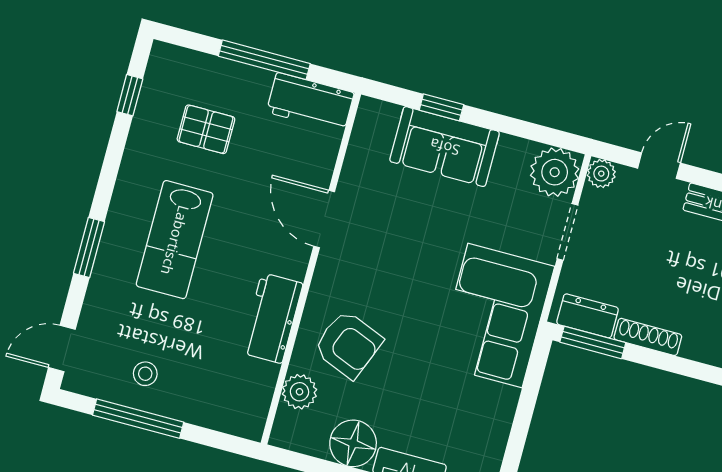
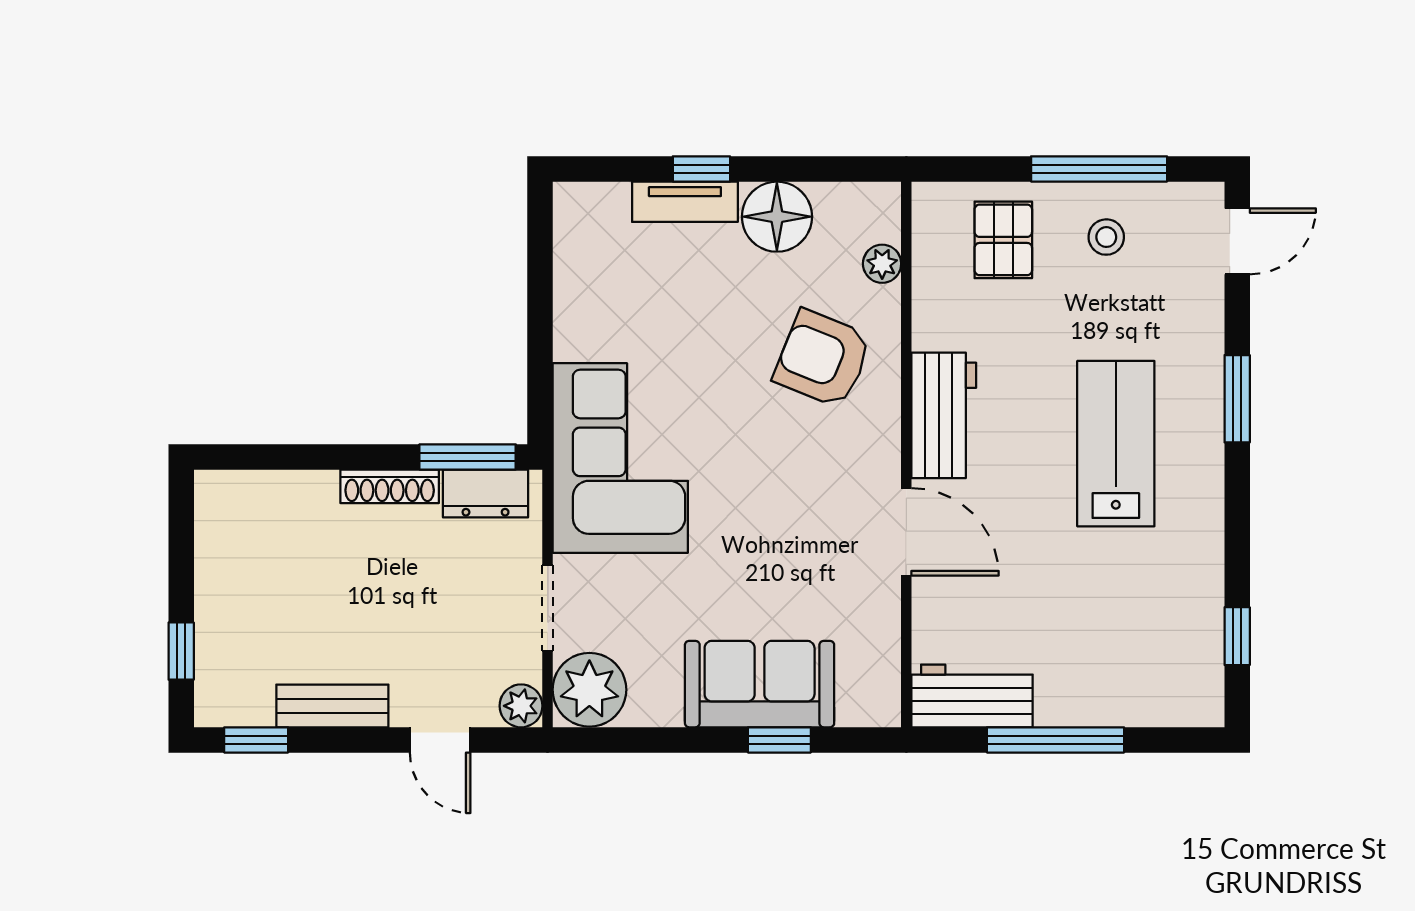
pallet: (206, 129) -> (1003, 240), moved, turned 90
door: (659, 166) -> (440, 740), hinge flipped
workbench: (272, 318) -> (944, 415), moved
plant: (299, 392) -> (882, 264), width x0.73, depth x0.73

